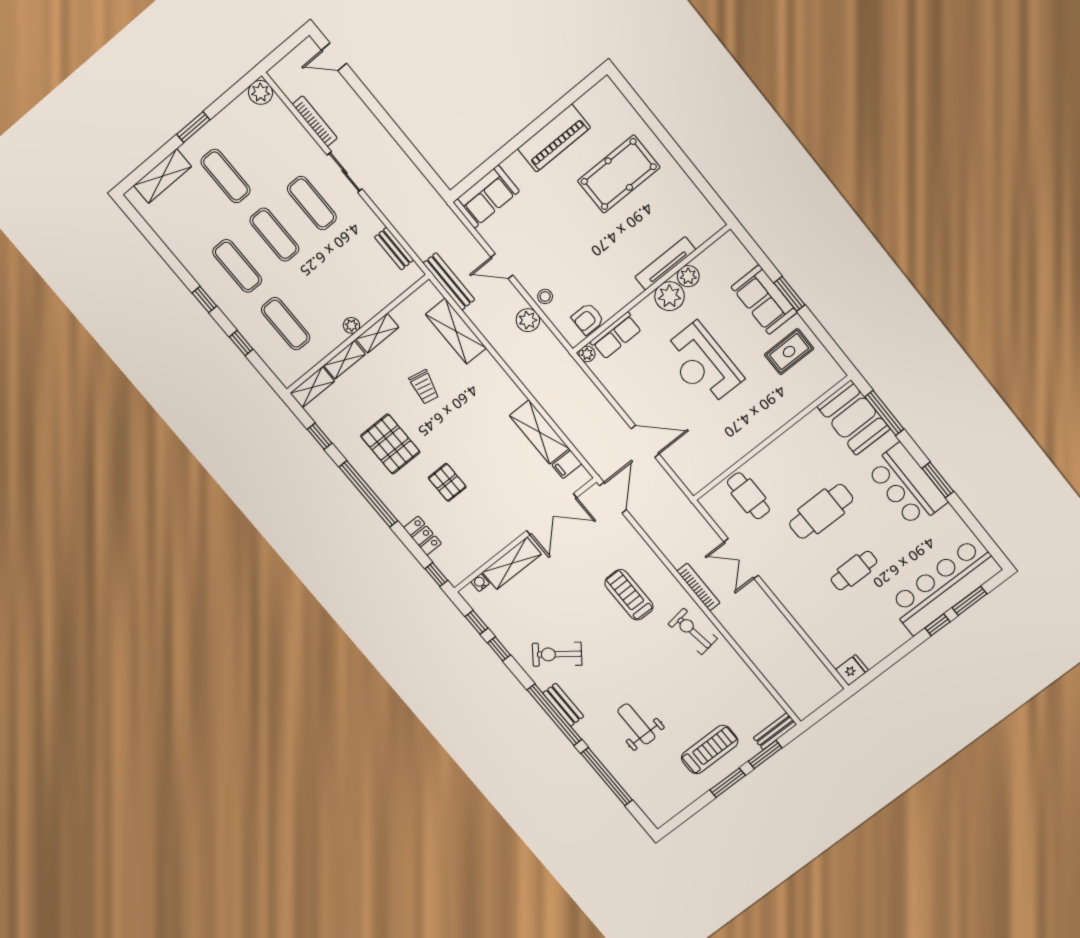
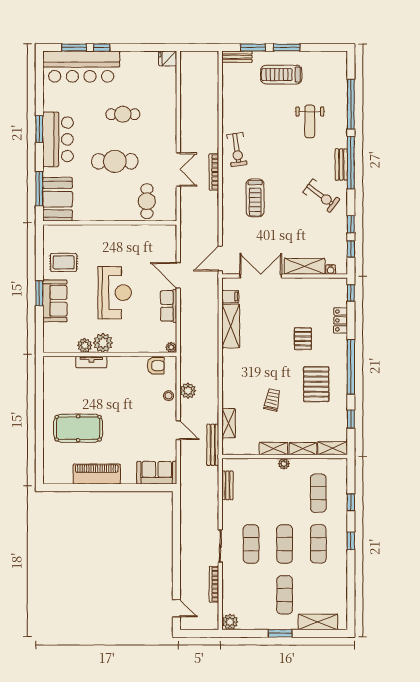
tv unit: (665, 263) -> (91, 362), width x0.71
shelving: (456, 331) -> (229, 423), width x0.67, depth x0.75
row of seats: (616, 336) -> (169, 306), moved, turned -90

